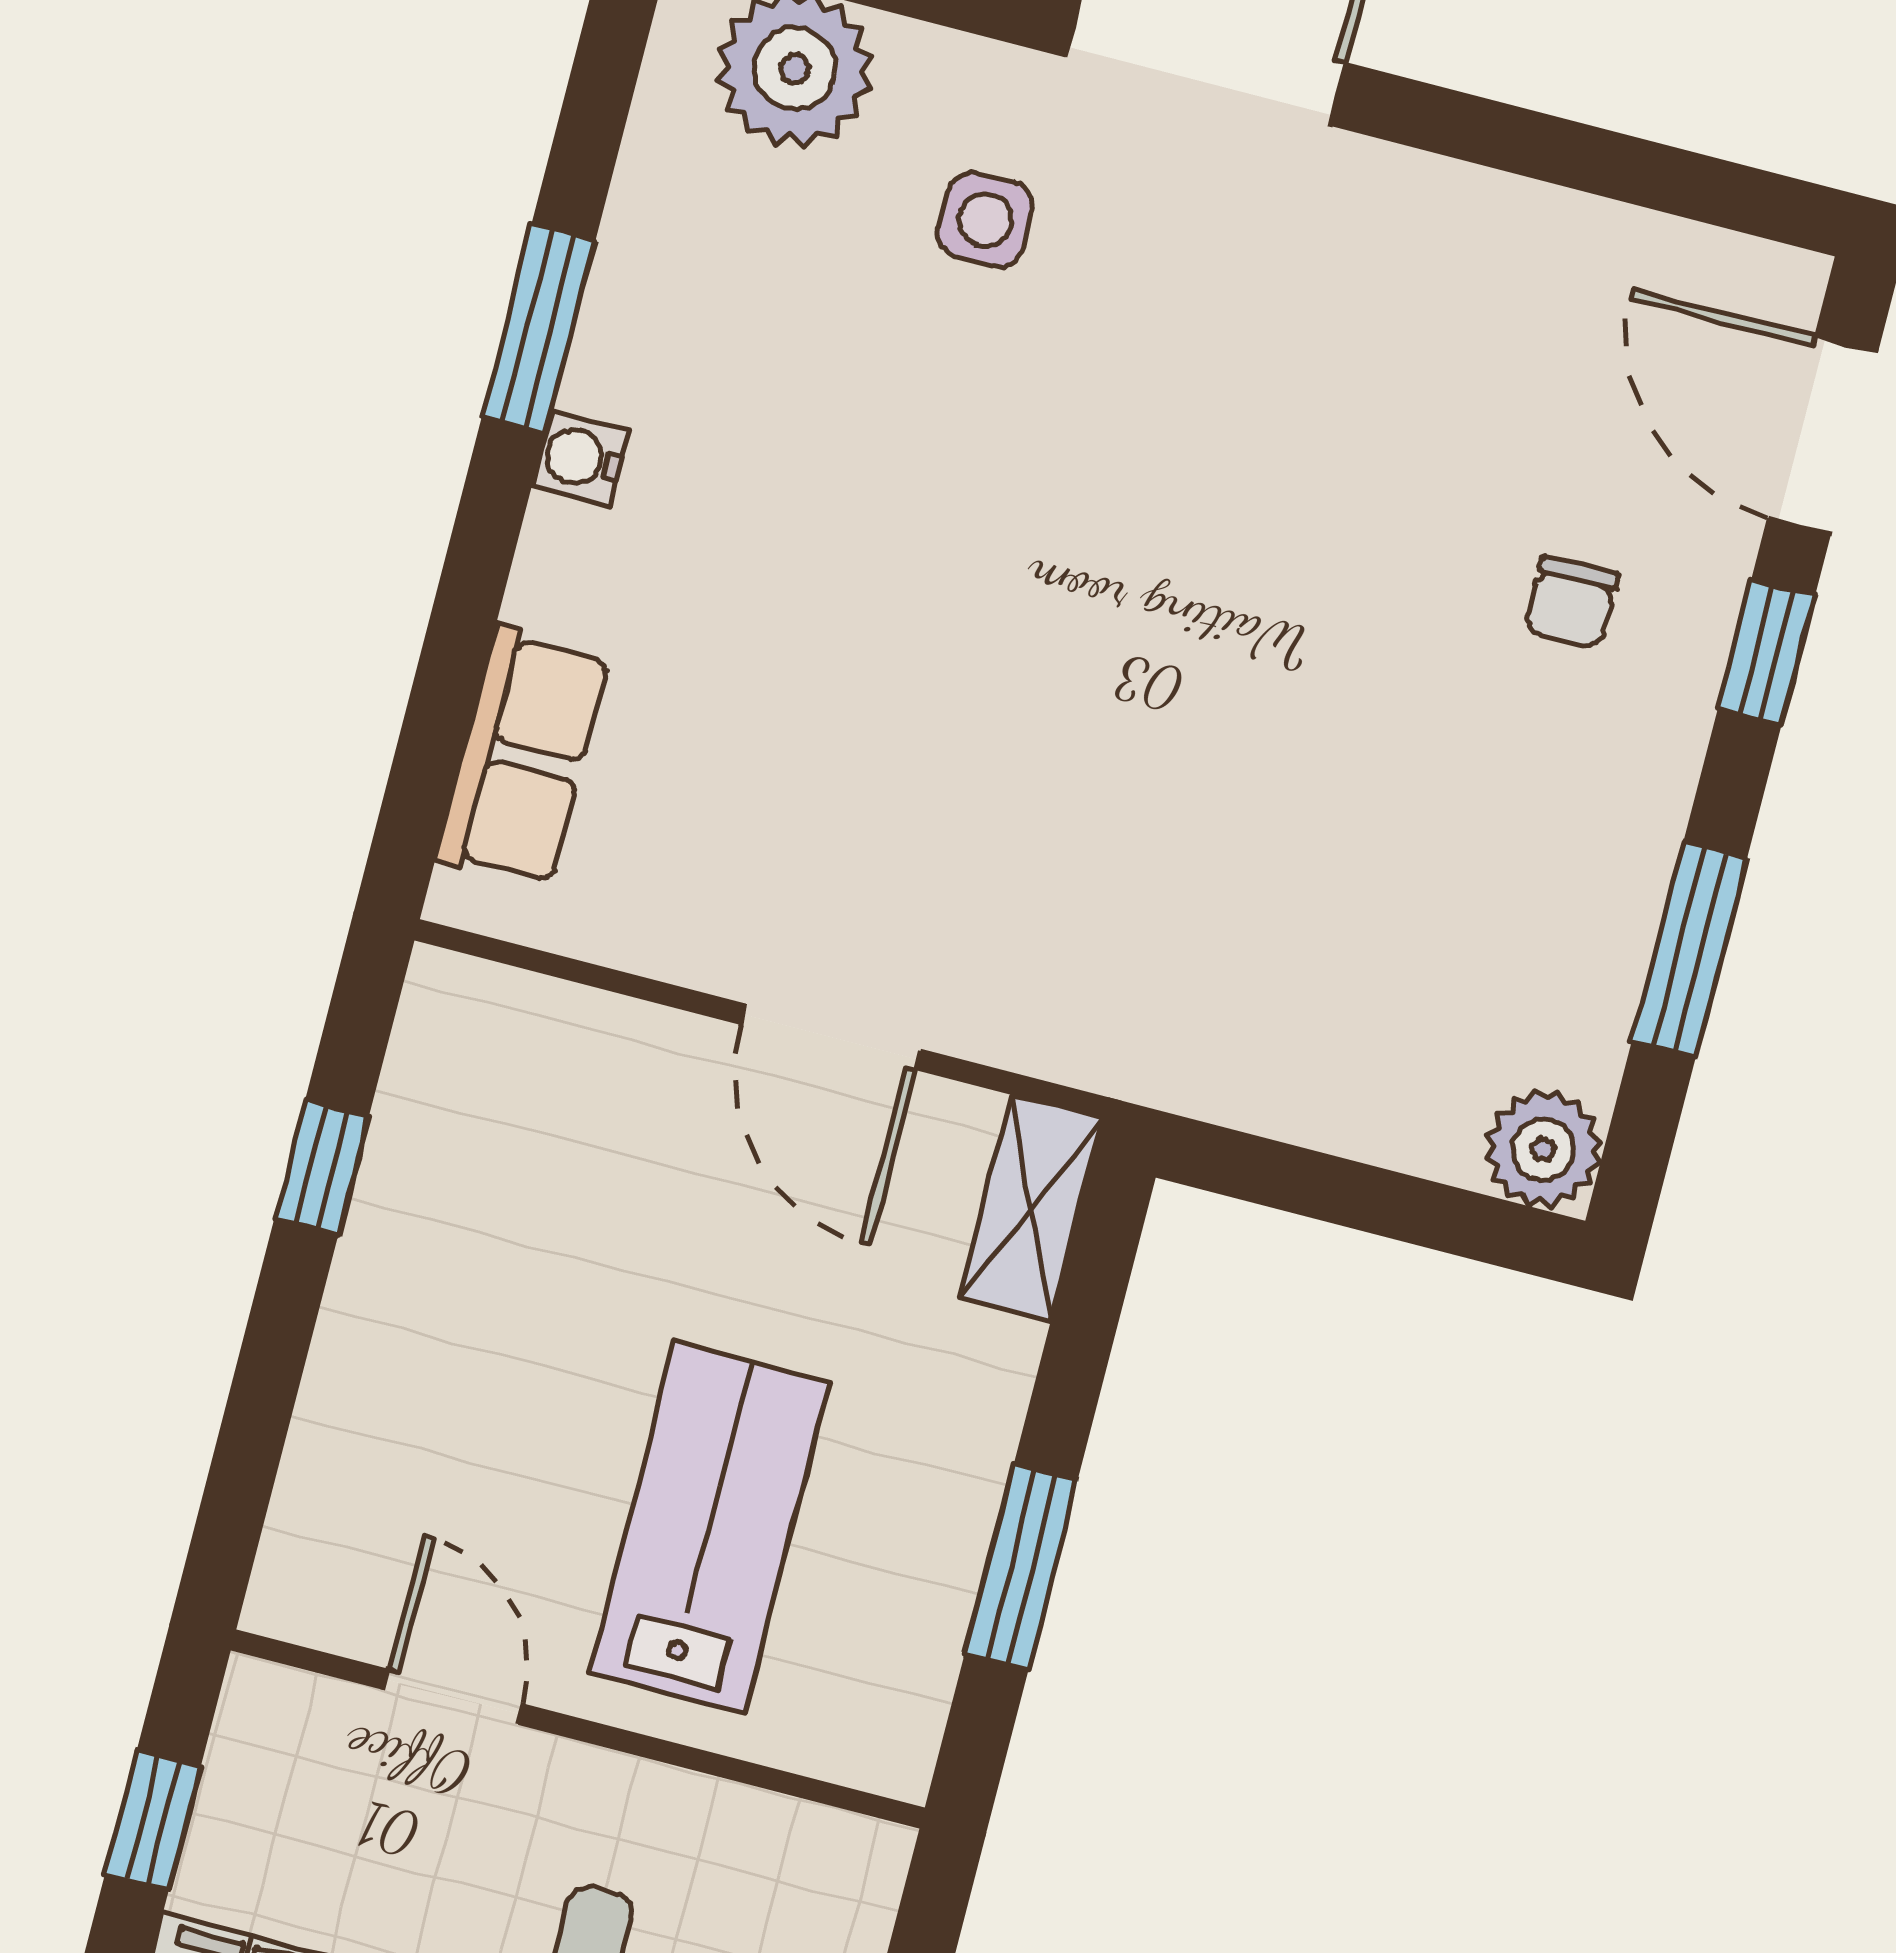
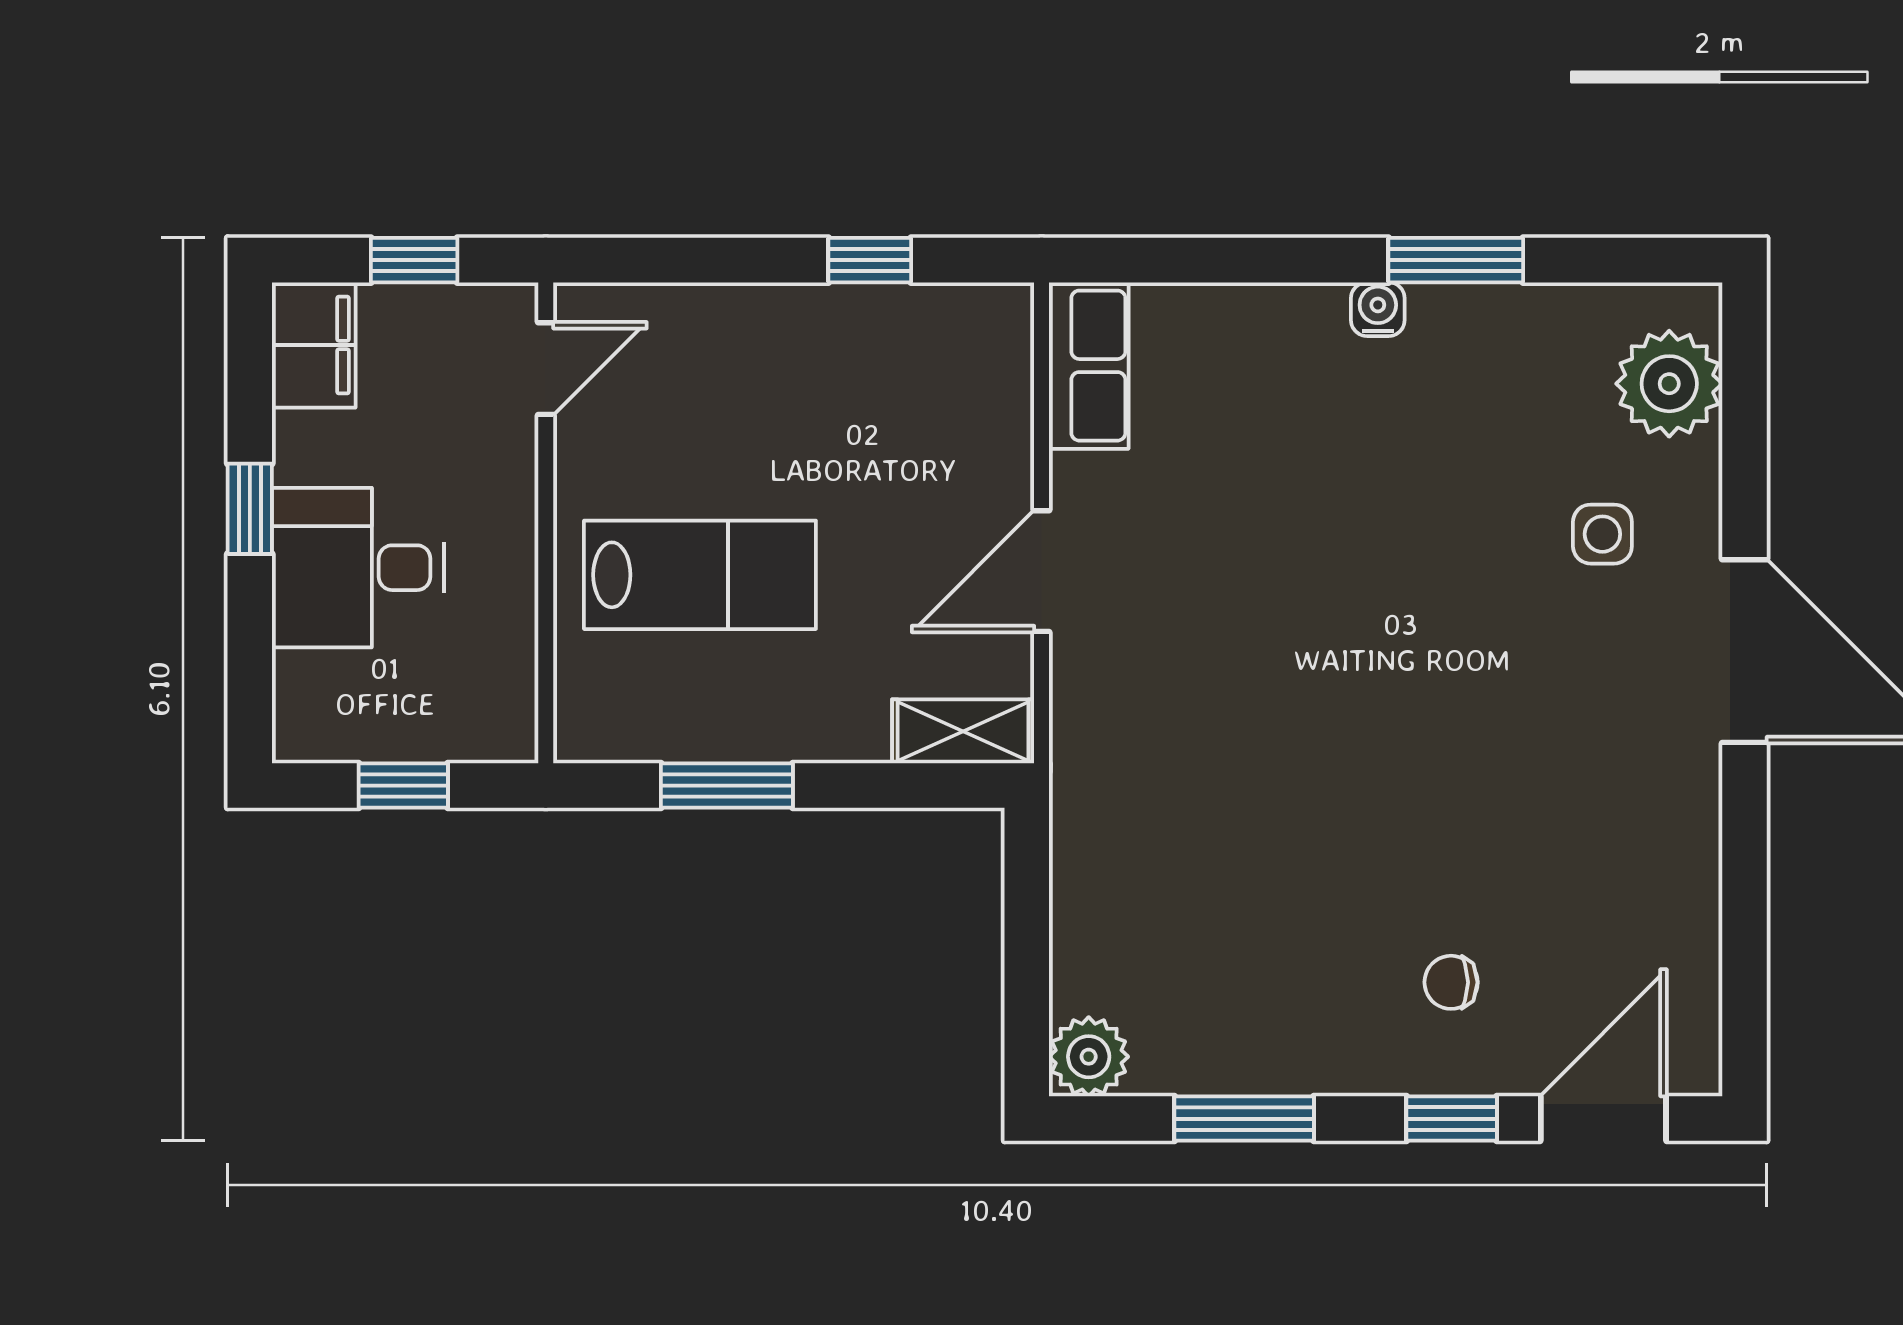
row of seats: (523, 757) -> (1089, 366), moved, turned -90
door: (454, 1697) -> (546, 369), moved

